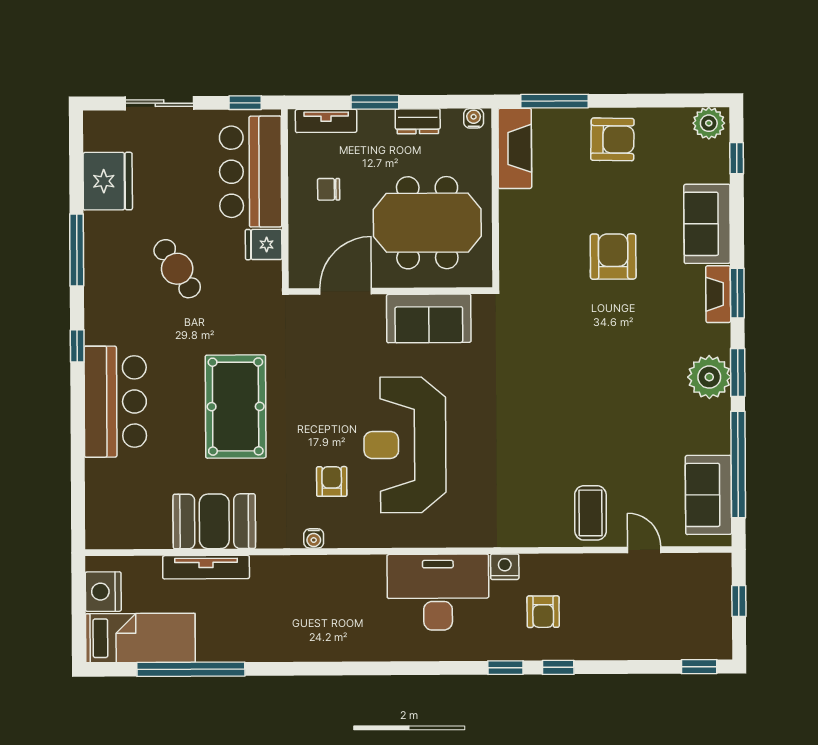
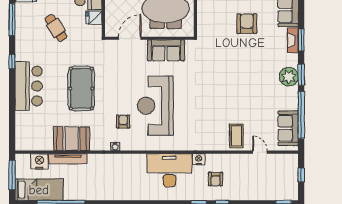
nightstand: (103, 592) -> (39, 161), moved, turned 90
window: (79, 605) -> (12, 175), added

